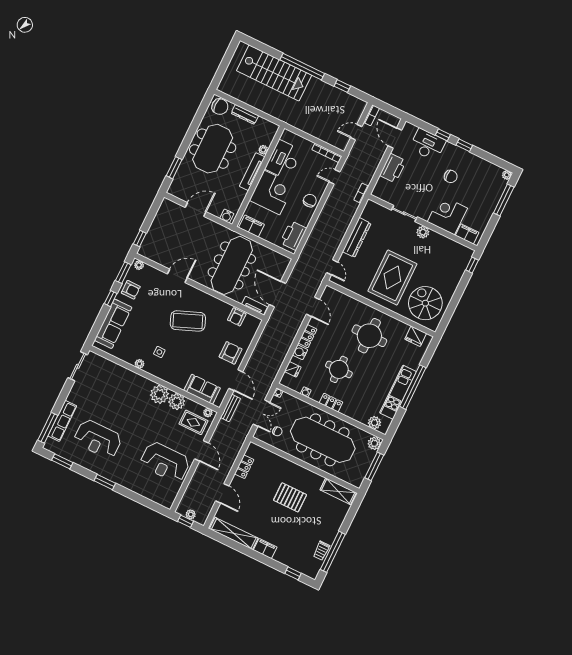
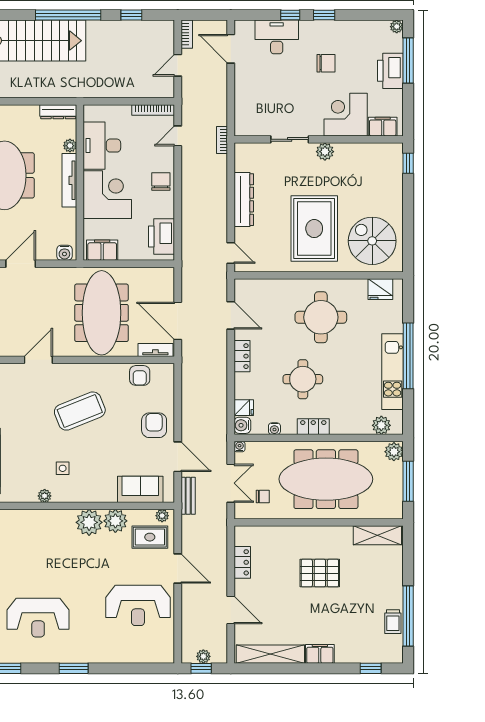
dresser: (245, 114) -> (58, 112), moved
printer: (393, 168) -> (390, 71), moved, turned 180
water cooler: (300, 352) -> (242, 425), moved

